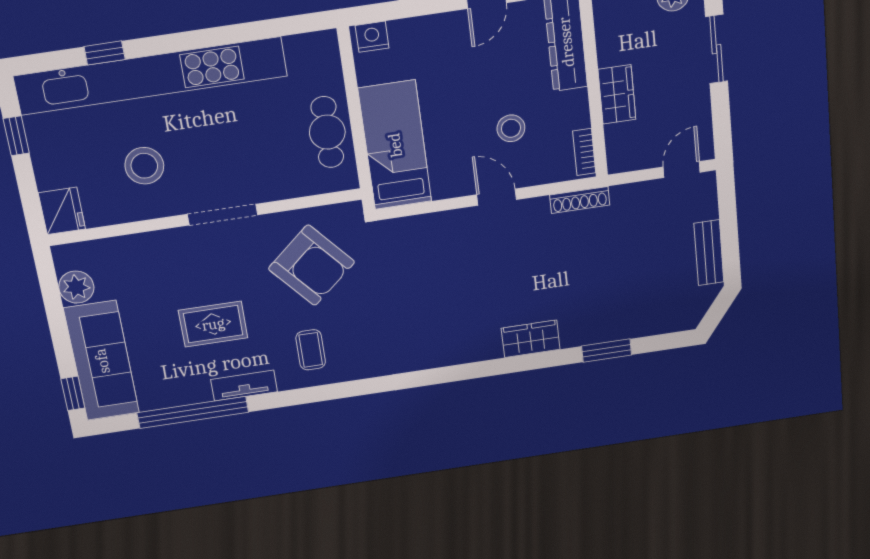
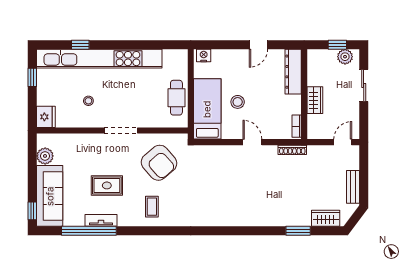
stool: (511, 128) -> (238, 102), moved
stool: (144, 166) -> (88, 101), width x0.53, depth x0.53
wardrobe: (531, 339) -> (326, 218), moved
tv unit: (244, 386) -> (101, 220), moved

